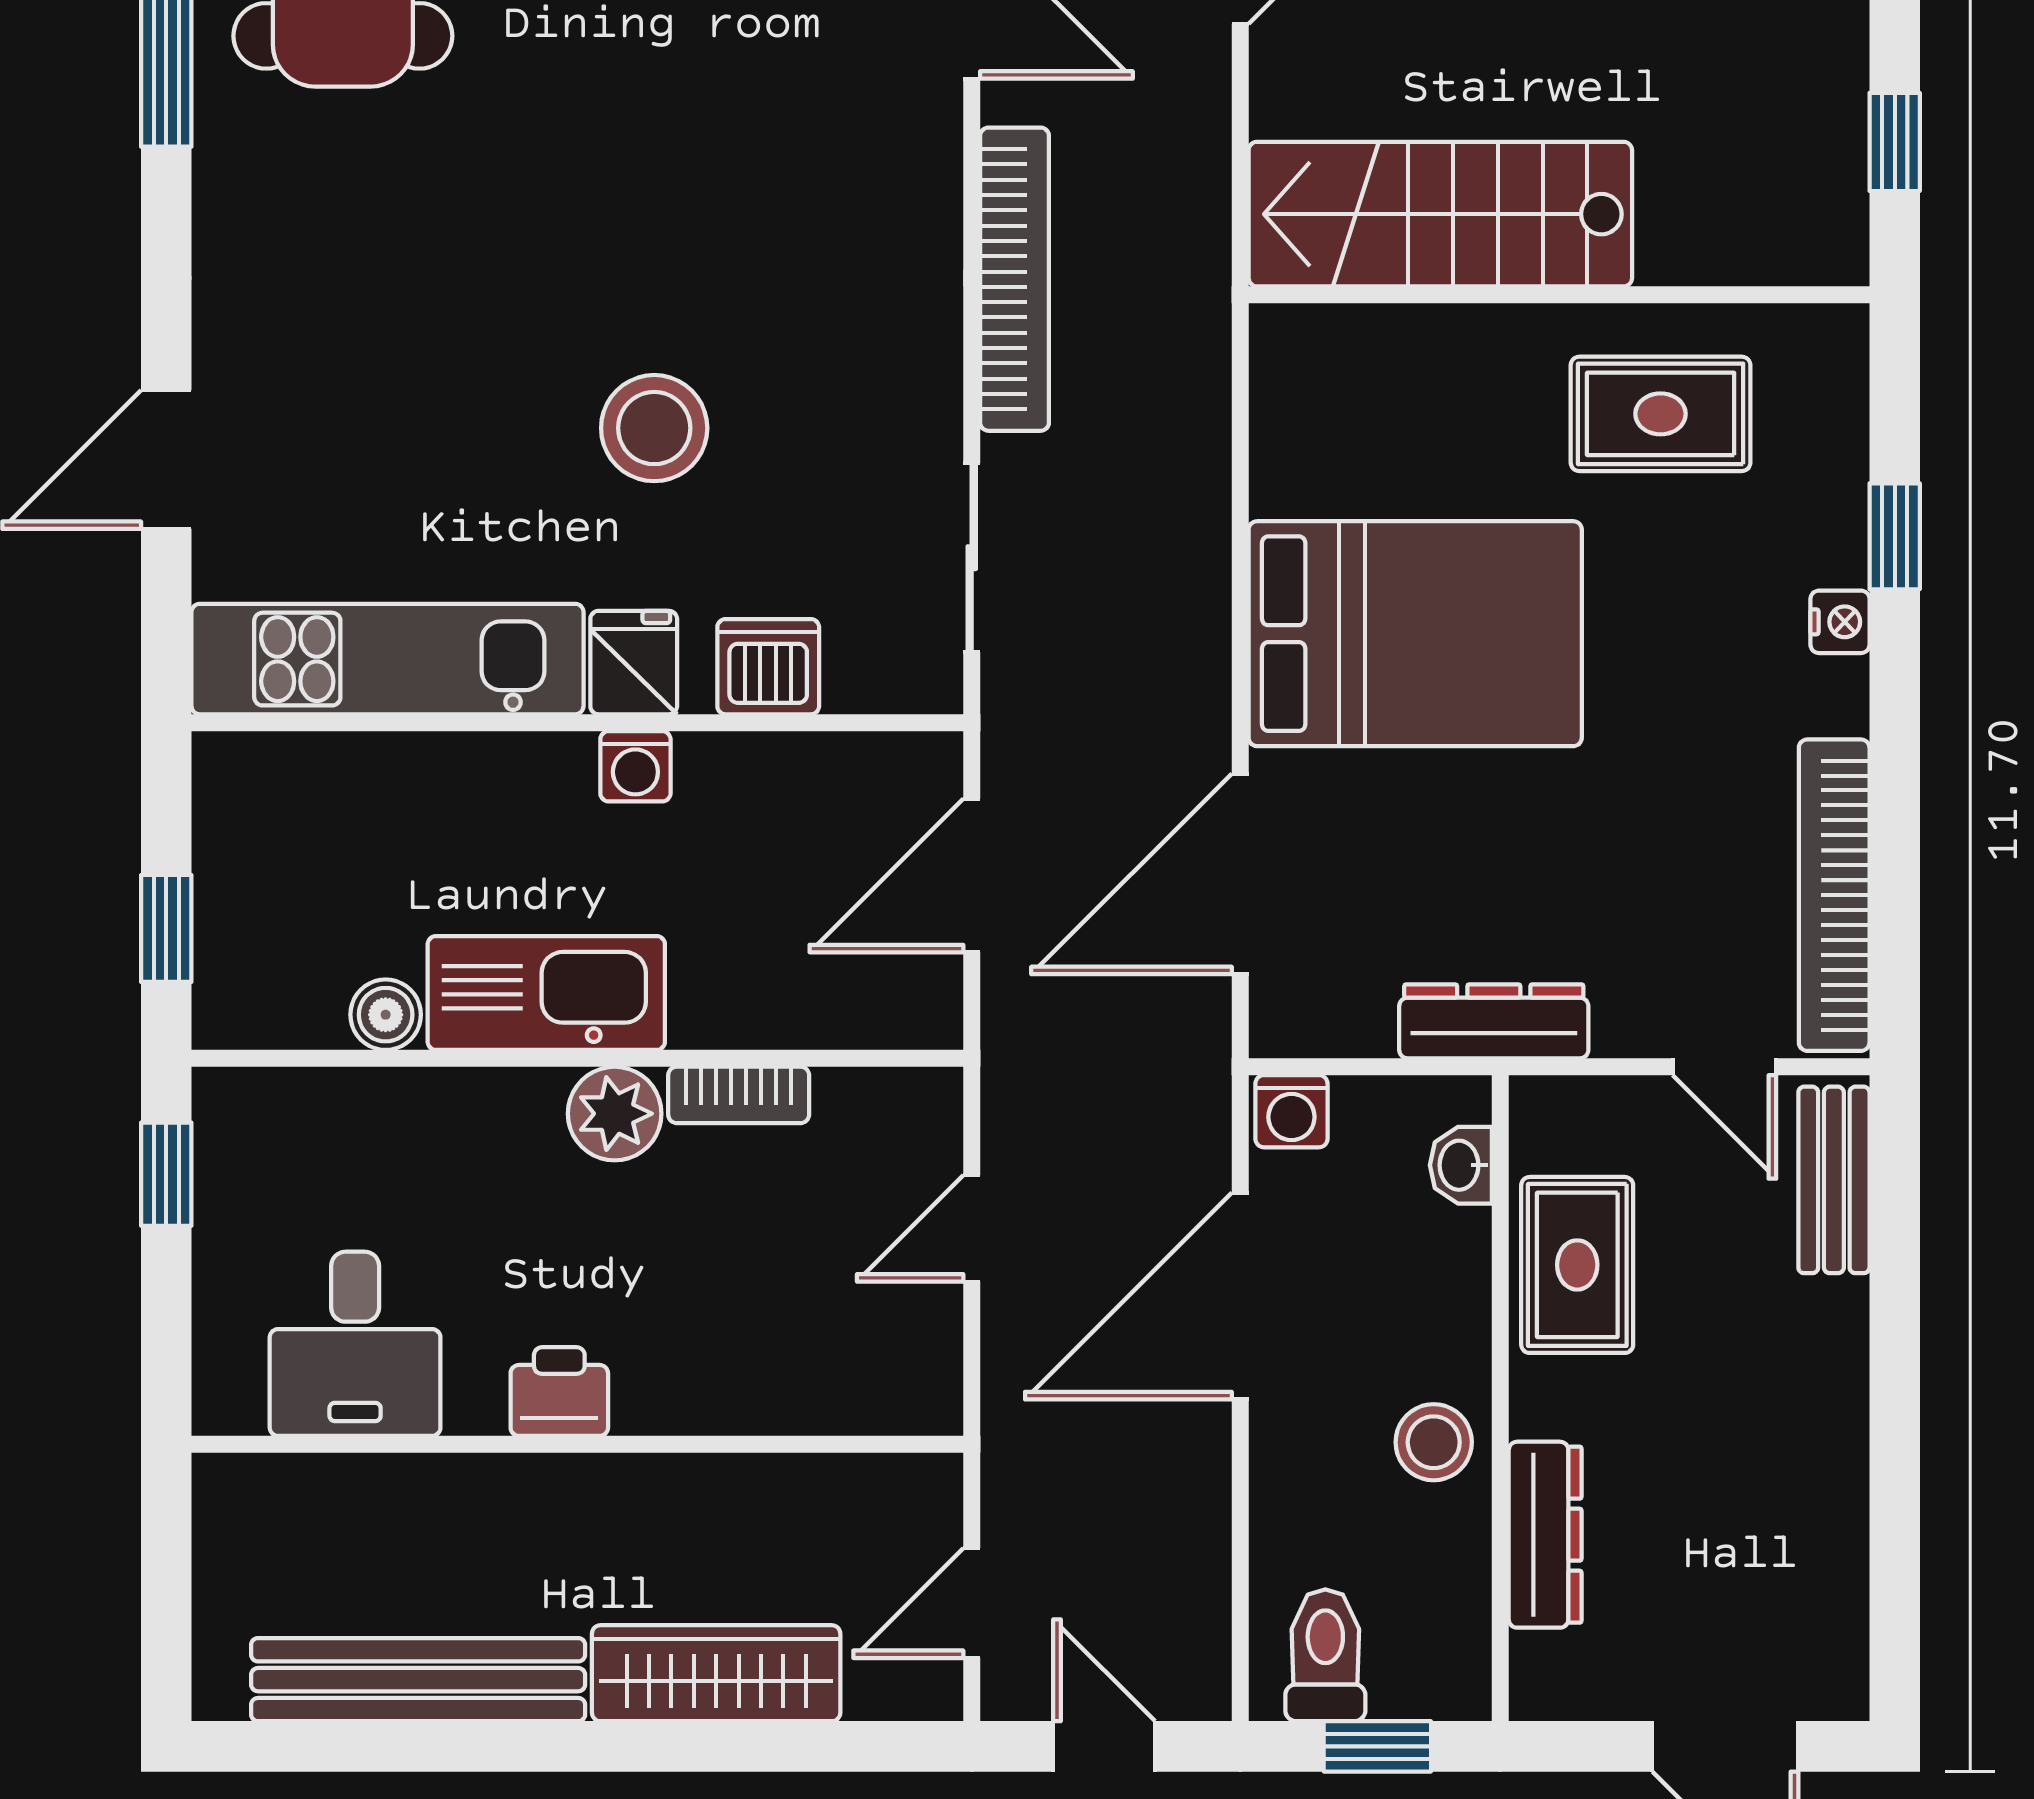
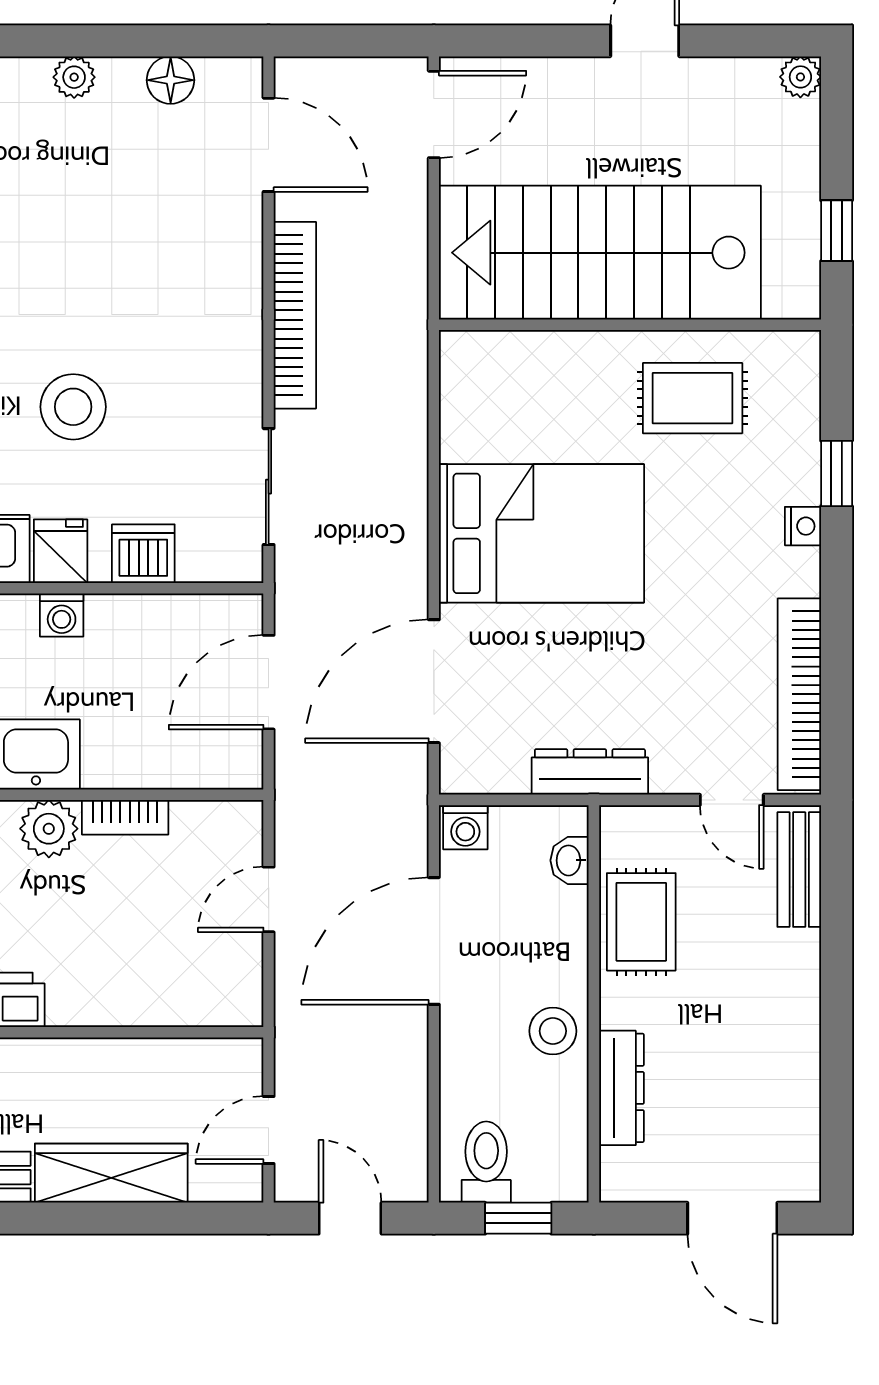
stairs: (1440, 214) -> (600, 253), width x1.36, depth x1.51

